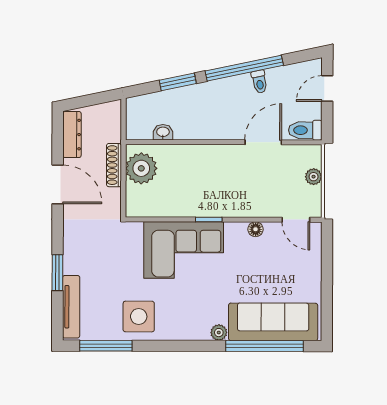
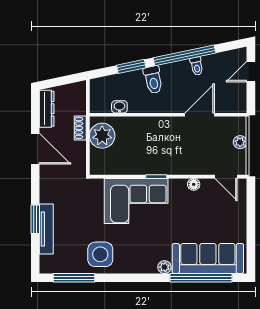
toilet: (305, 130) -> (153, 80), moved, turned -102
shoe rack: (114, 165) -> (80, 128), width x0.70
tv unit: (71, 307) -> (46, 229), moved

